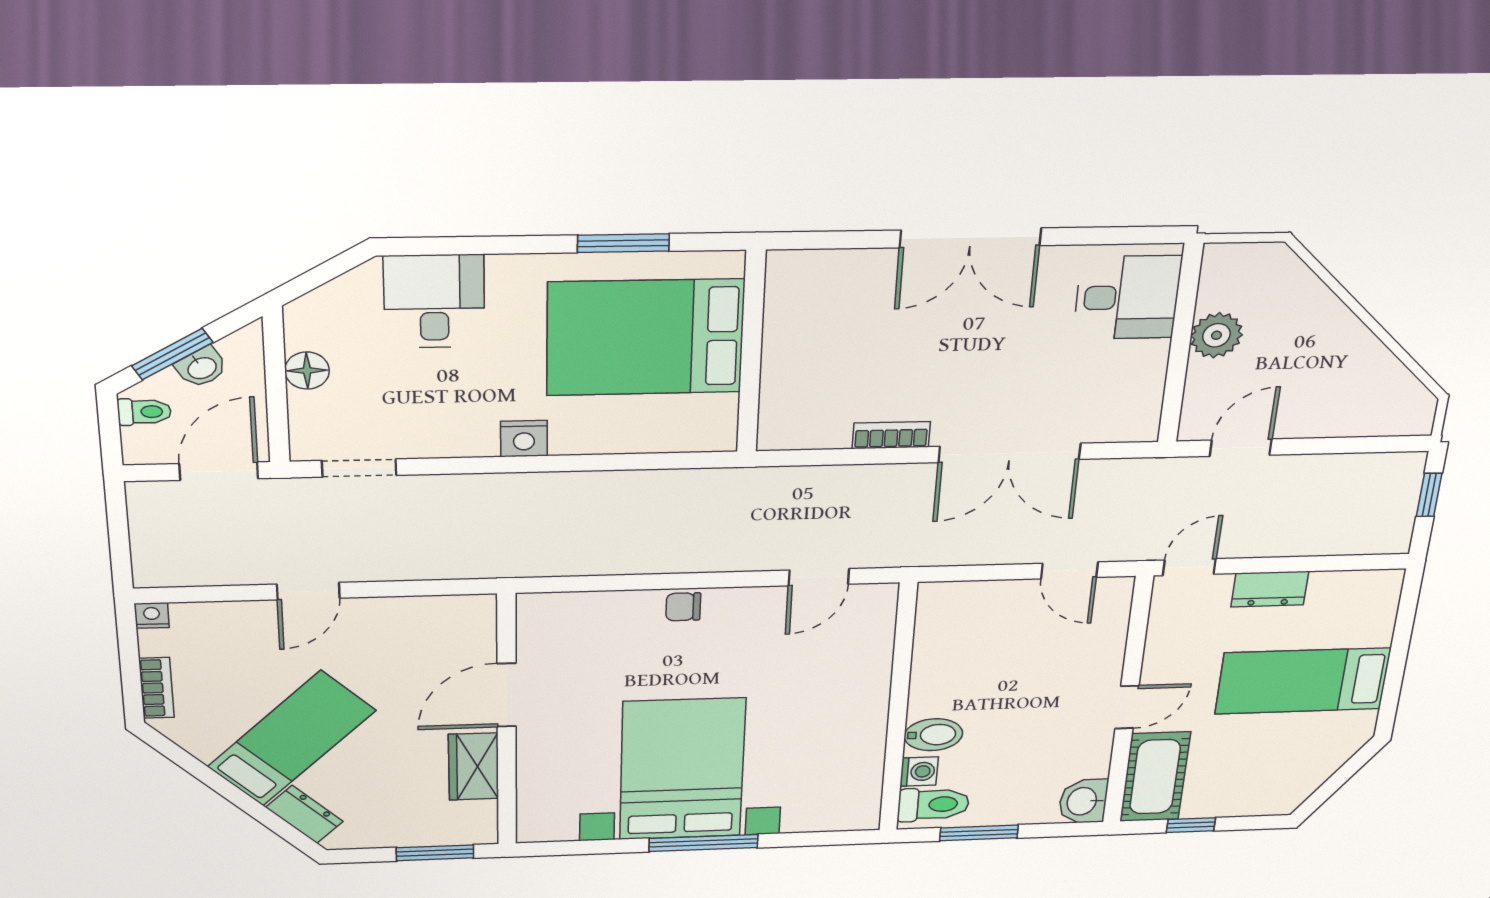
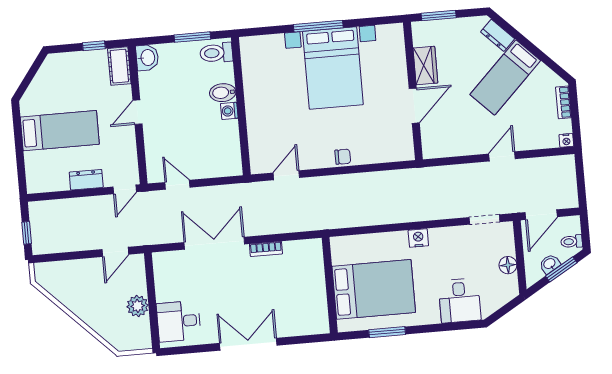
washing machine: (919, 772) -> (229, 111), moved
cot: (1155, 777) -> (119, 66), width x0.73, depth x0.75

